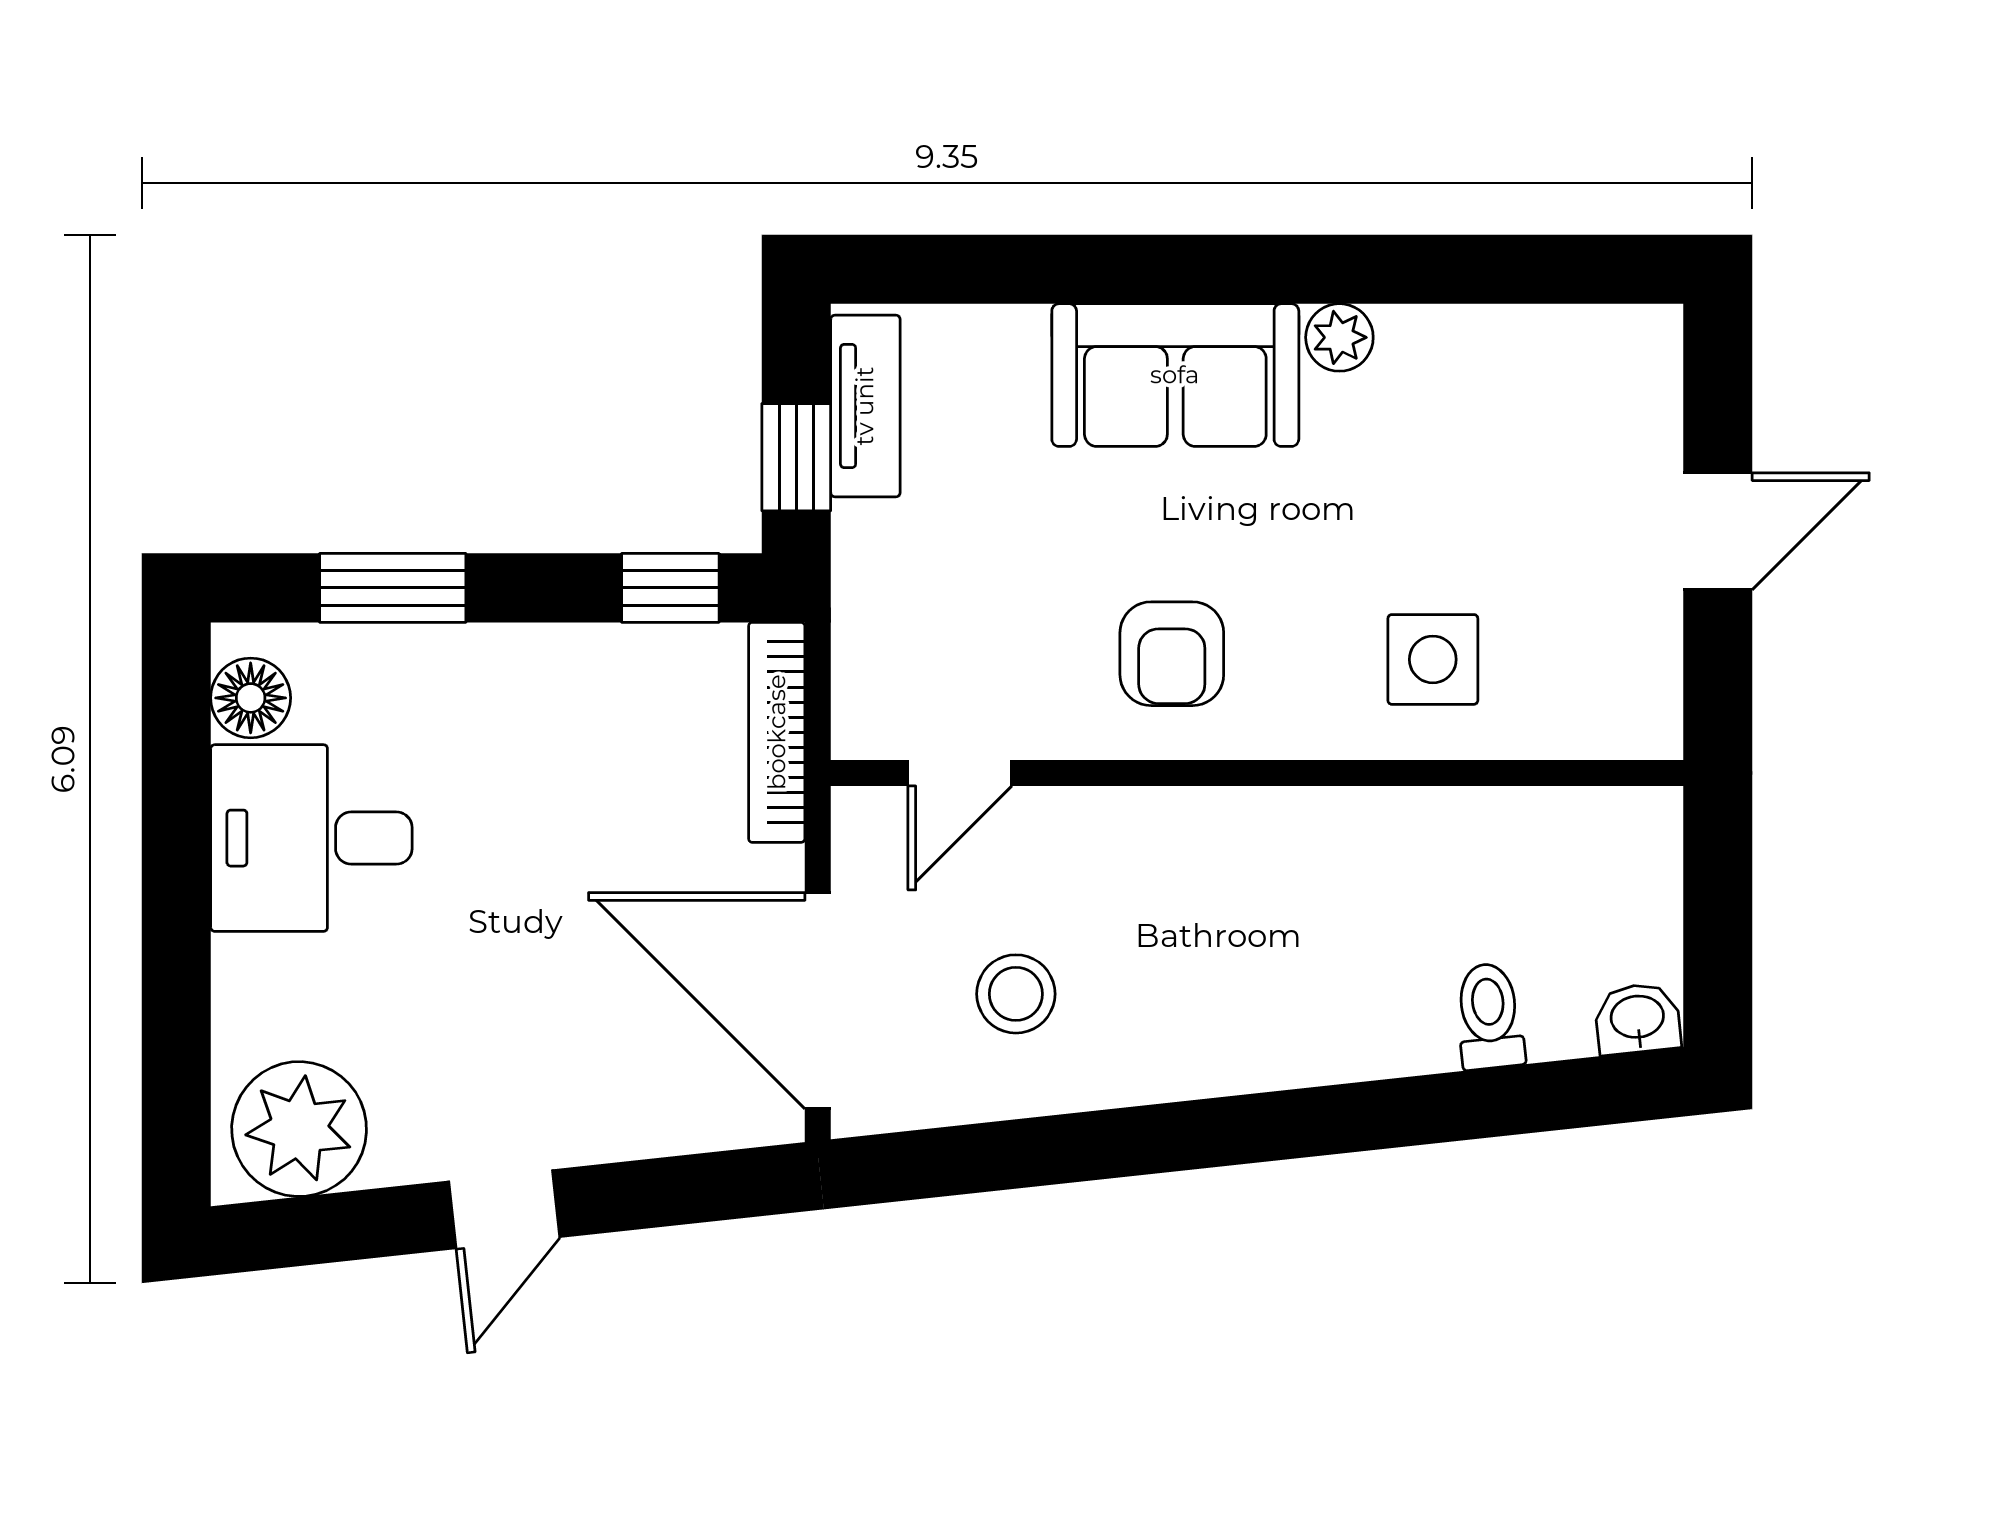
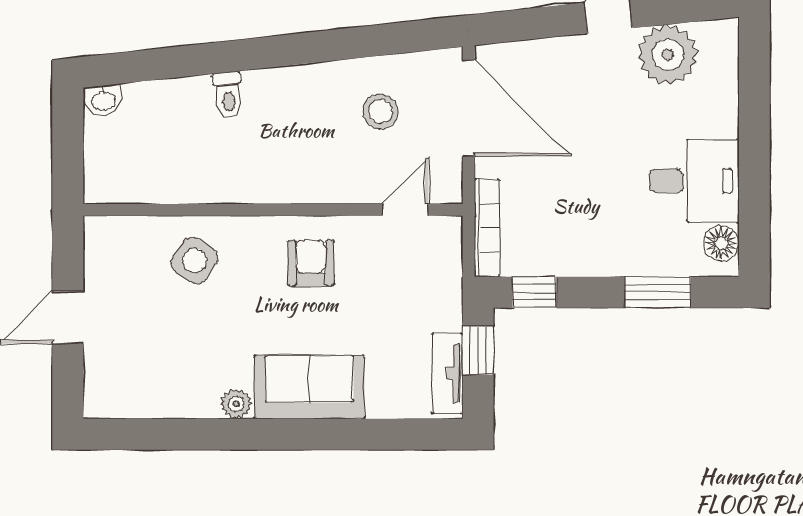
side table: (1433, 659) -> (195, 260), turned 34
toilet: (1489, 1016) -> (228, 95), moved
plant: (299, 1129) -> (668, 55), moved

